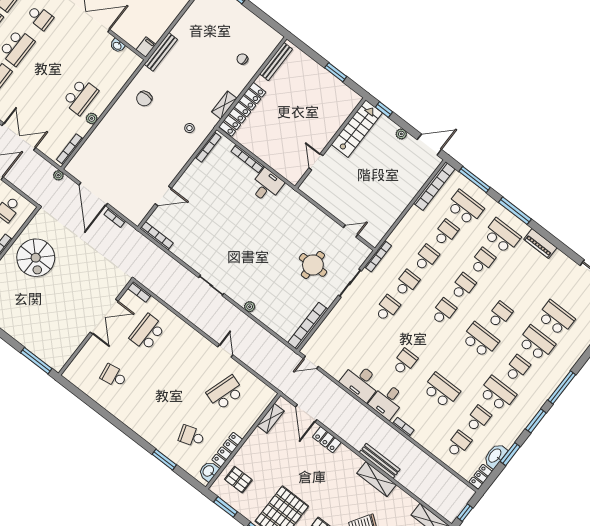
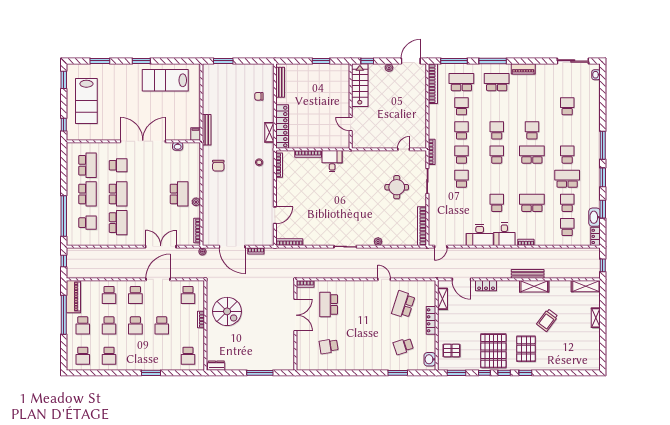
school desk: (482, 261) -> (497, 106), removed
school desk: (556, 318) -> (567, 106), width x0.54
school desk: (537, 343) -> (567, 130), removed
window: (36, 361) -> (260, 373), moved
locker: (227, 450) -> (431, 320), moved

